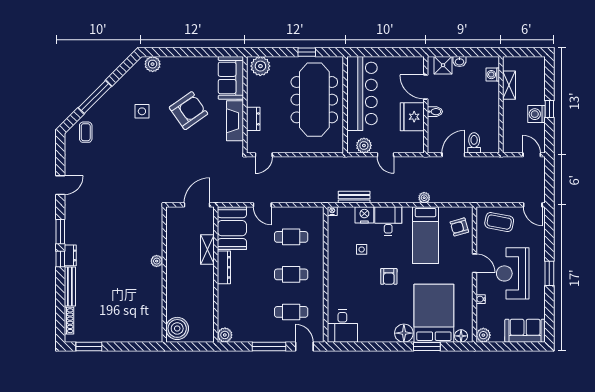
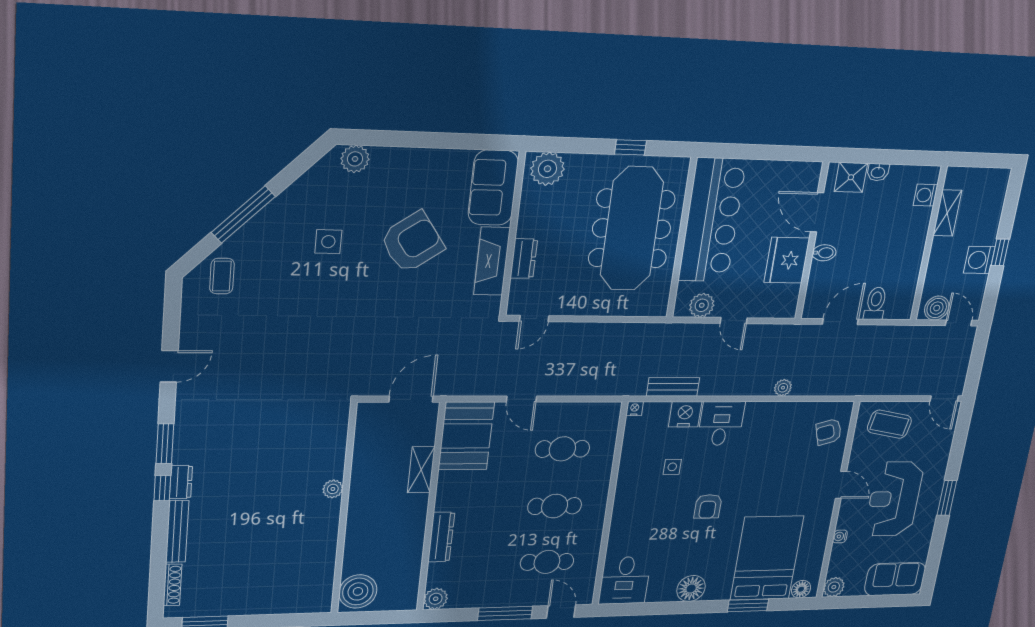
boiler: (515, 145) -> (937, 308), added
bed: (425, 235) -> (775, 444), removed
dresser: (224, 267) -> (441, 537), moved
floor lamp: (404, 333) -> (691, 588), moved

